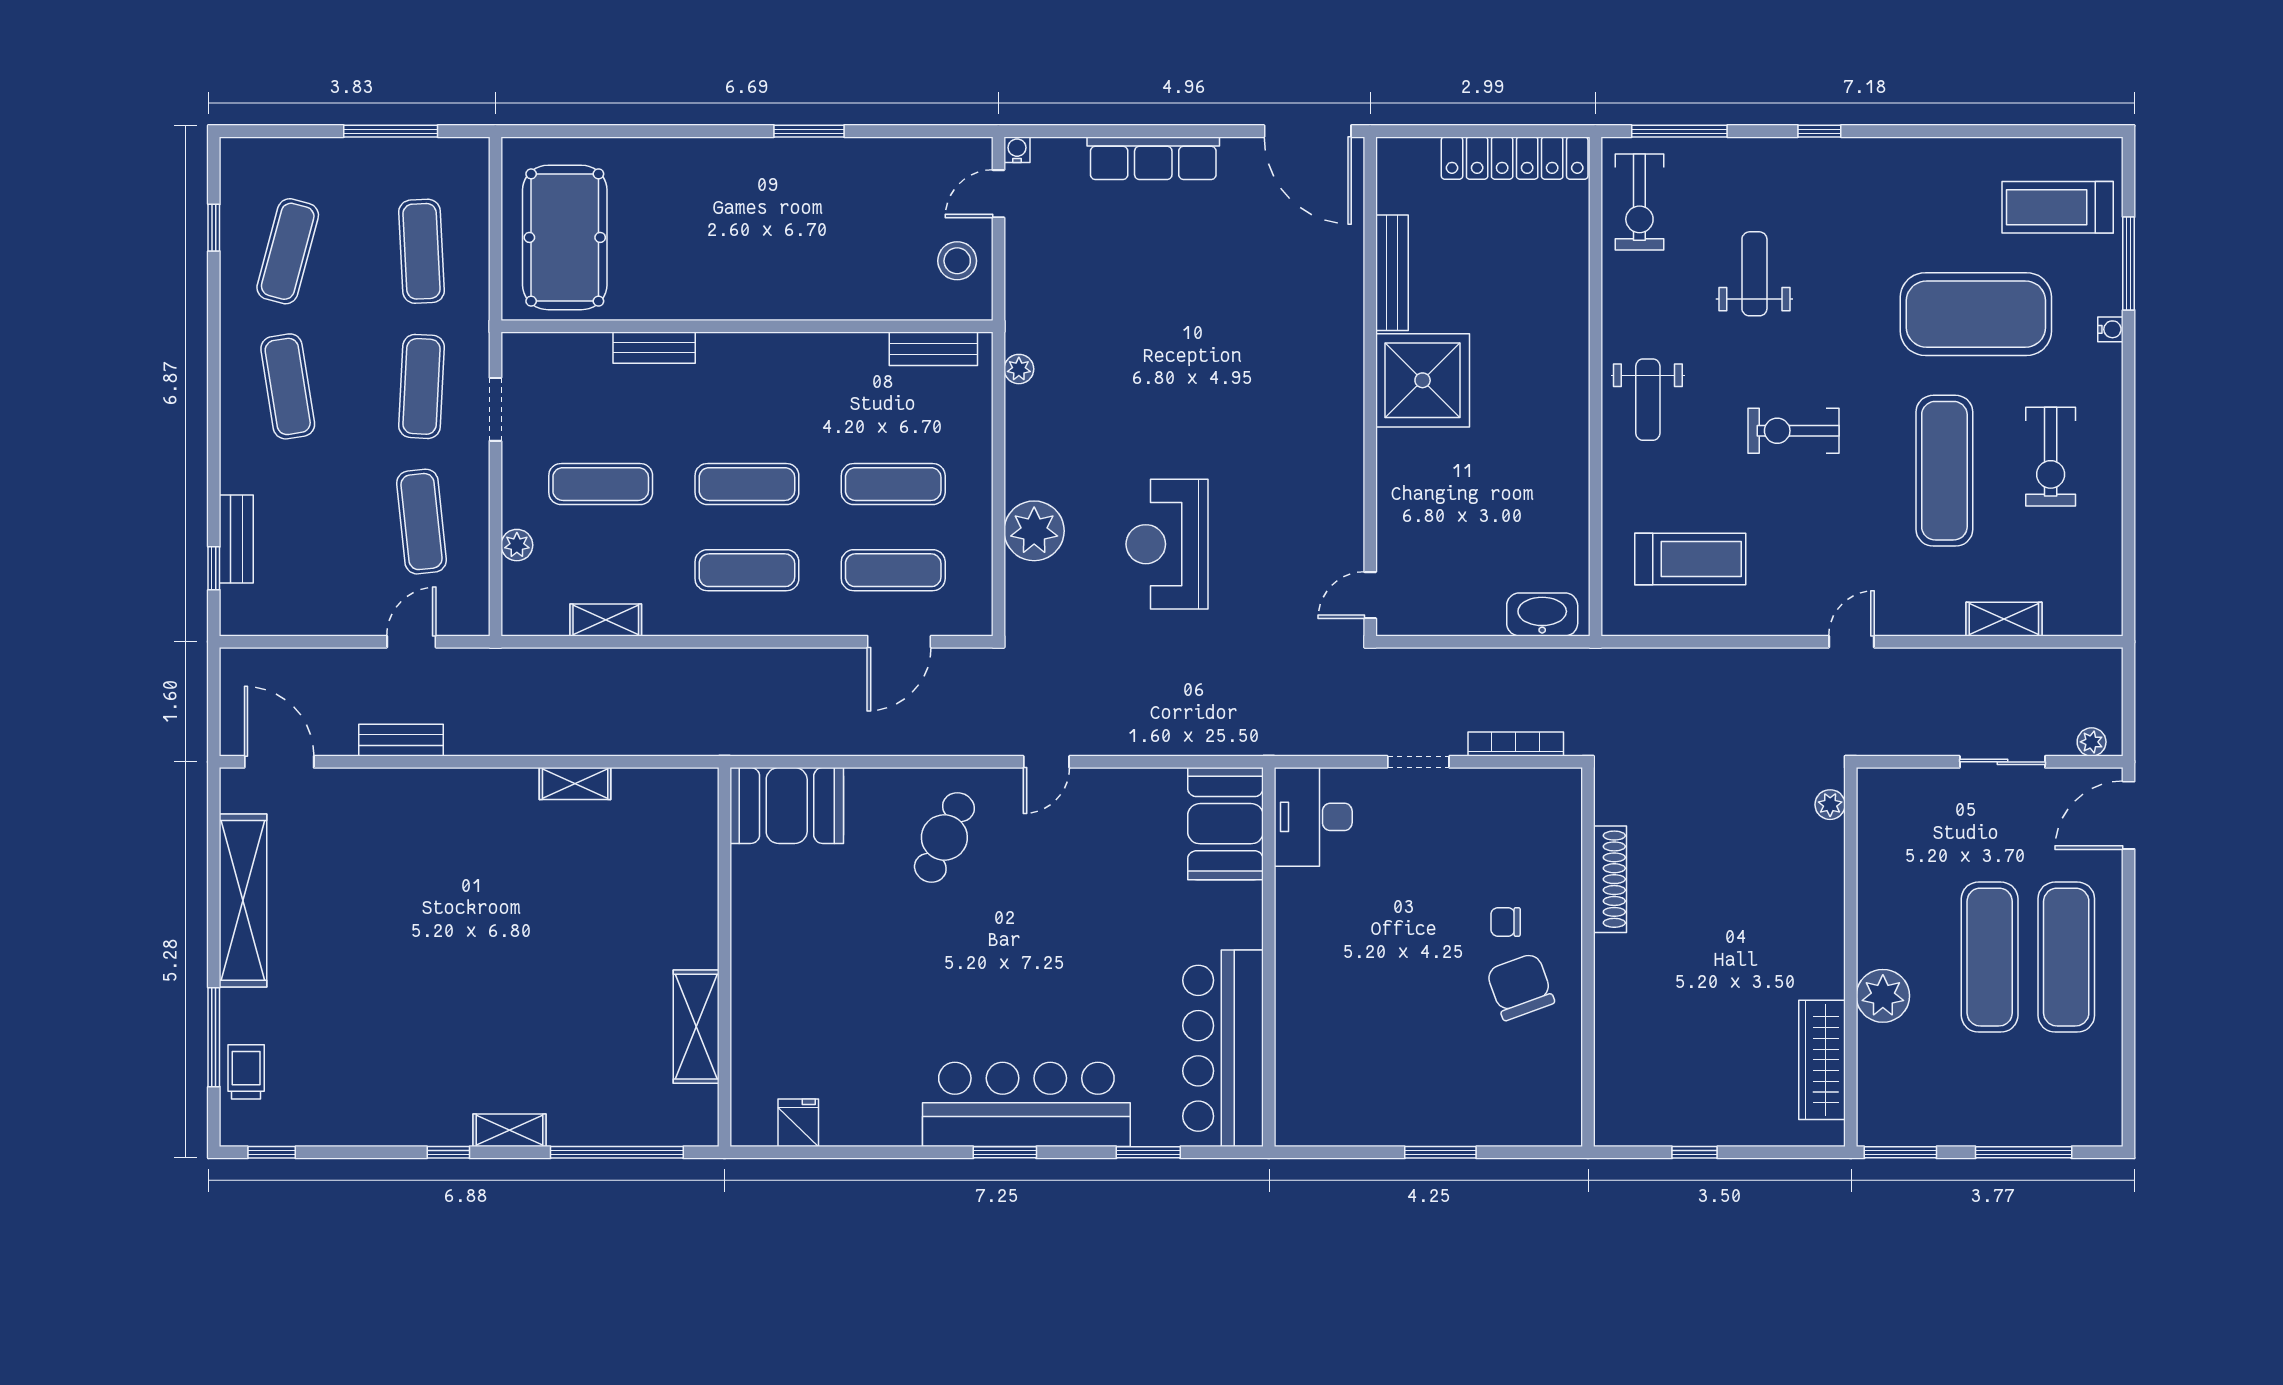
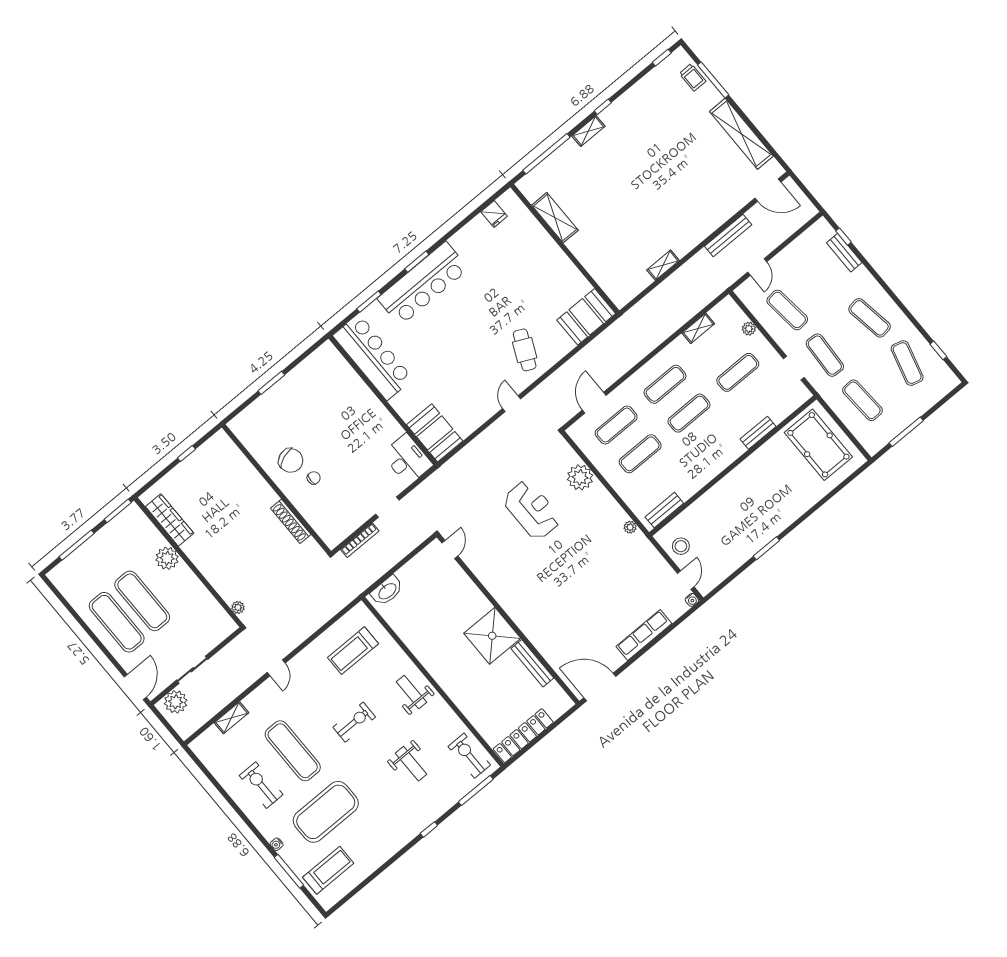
bench: (401, 740) -> (728, 235), width x1.36
plant: (2092, 742) -> (176, 702), width x1.88, depth x1.88

